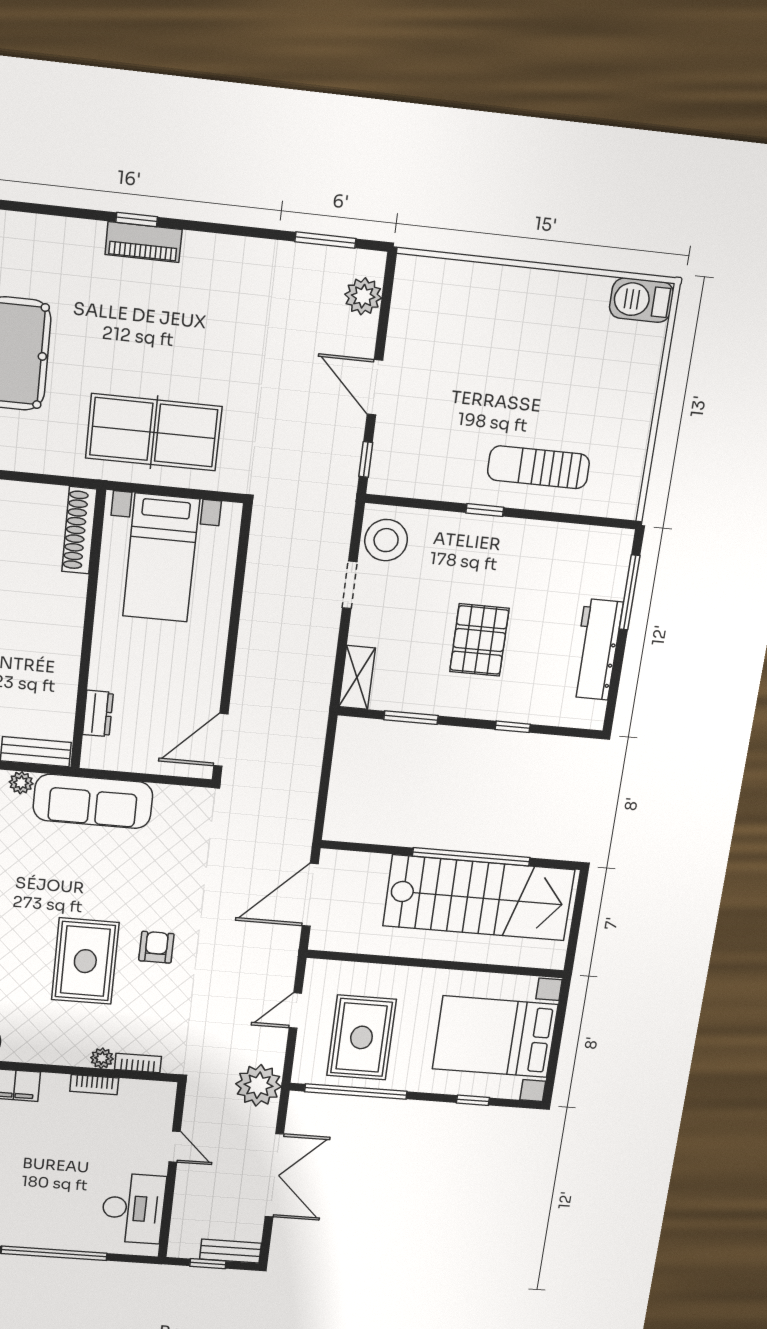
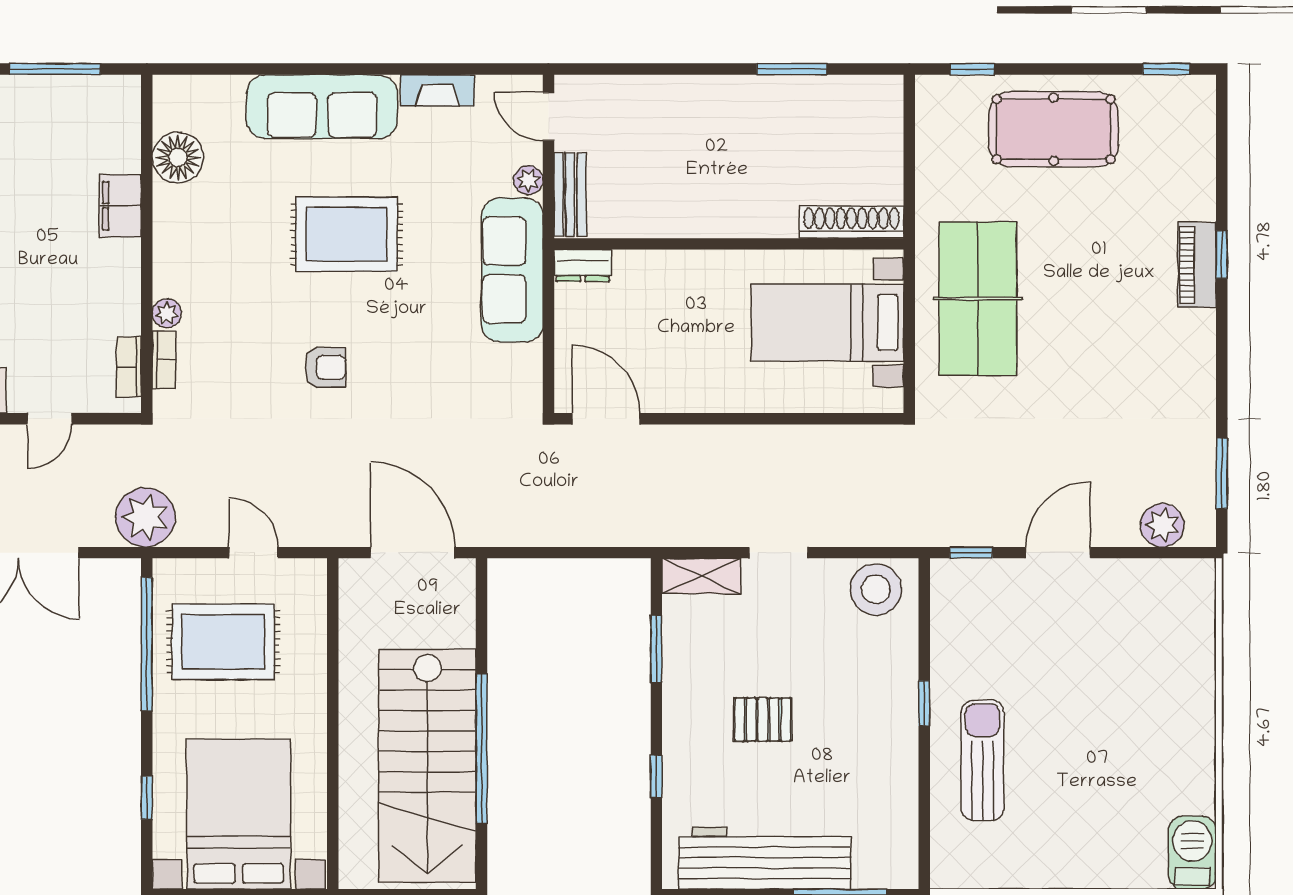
doorway: (350, 585) -> (779, 553), moved
pallet: (479, 640) -> (763, 719), width x0.67, depth x0.71
workbench: (597, 650) -> (765, 858), width x1.36, depth x1.32
dresser: (98, 713) -> (583, 266), moved
rug: (85, 961) -> (347, 234), moved
bookcase: (94, 1085) -> (129, 367), moved

